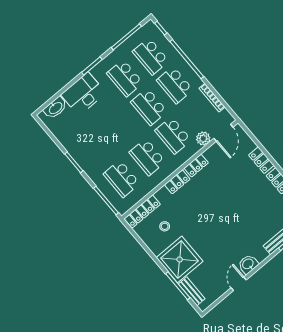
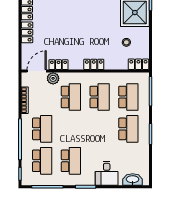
desk: (83, 94) -> (107, 173), width x0.73
school desk: (149, 107) -> (128, 129), moved
locker: (196, 166) -> (58, 65), moved
locker: (142, 211) -> (138, 64), width x0.66

